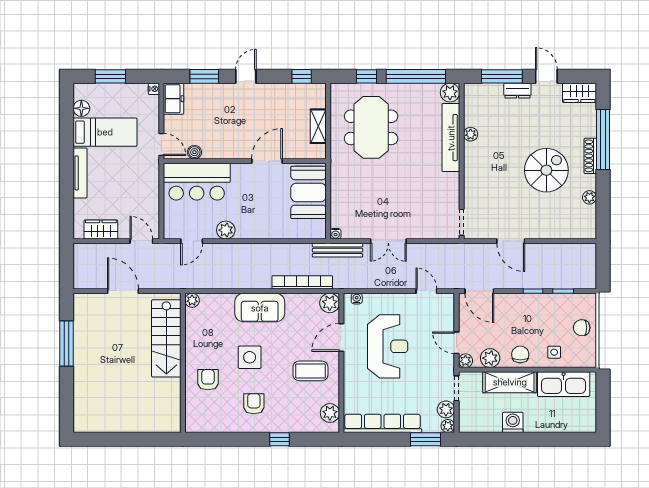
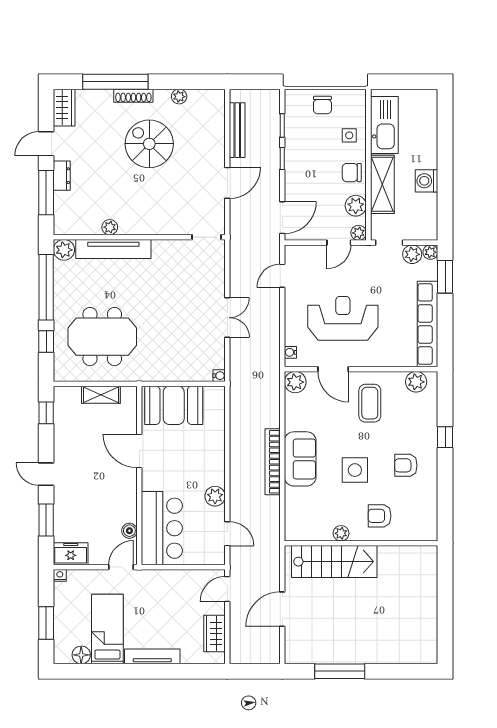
bench: (338, 250) -> (237, 130), moved
bookcase: (302, 282) -> (273, 462), moved
plant: (192, 300) -> (341, 533), moved

